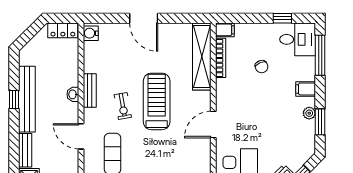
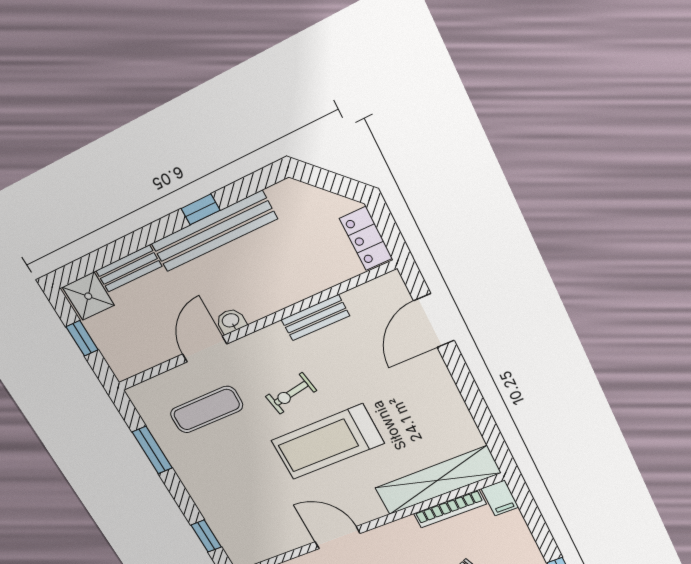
door: (144, 18) -> (434, 321), moved
water cooler: (91, 33) -> (386, 289), removed
bench: (90, 91) -> (315, 318), moved
washbasin: (73, 94) -> (231, 321), moved
treadmill: (157, 101) -> (327, 442), turned 180

